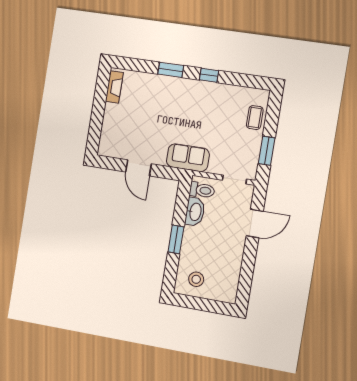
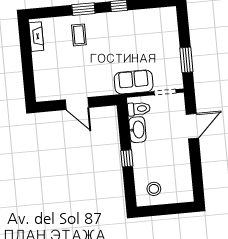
coffee table: (255, 118) -> (79, 35), moved
sofa: (188, 158) -> (134, 82), moved
window: (176, 239) -> (127, 158), width x0.67

